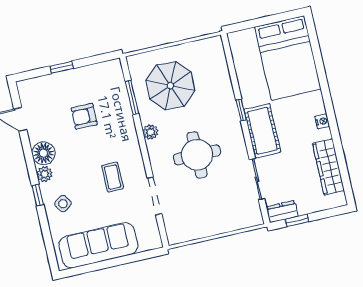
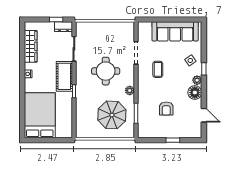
armchair: (84, 116) -> (166, 109), turned 90

